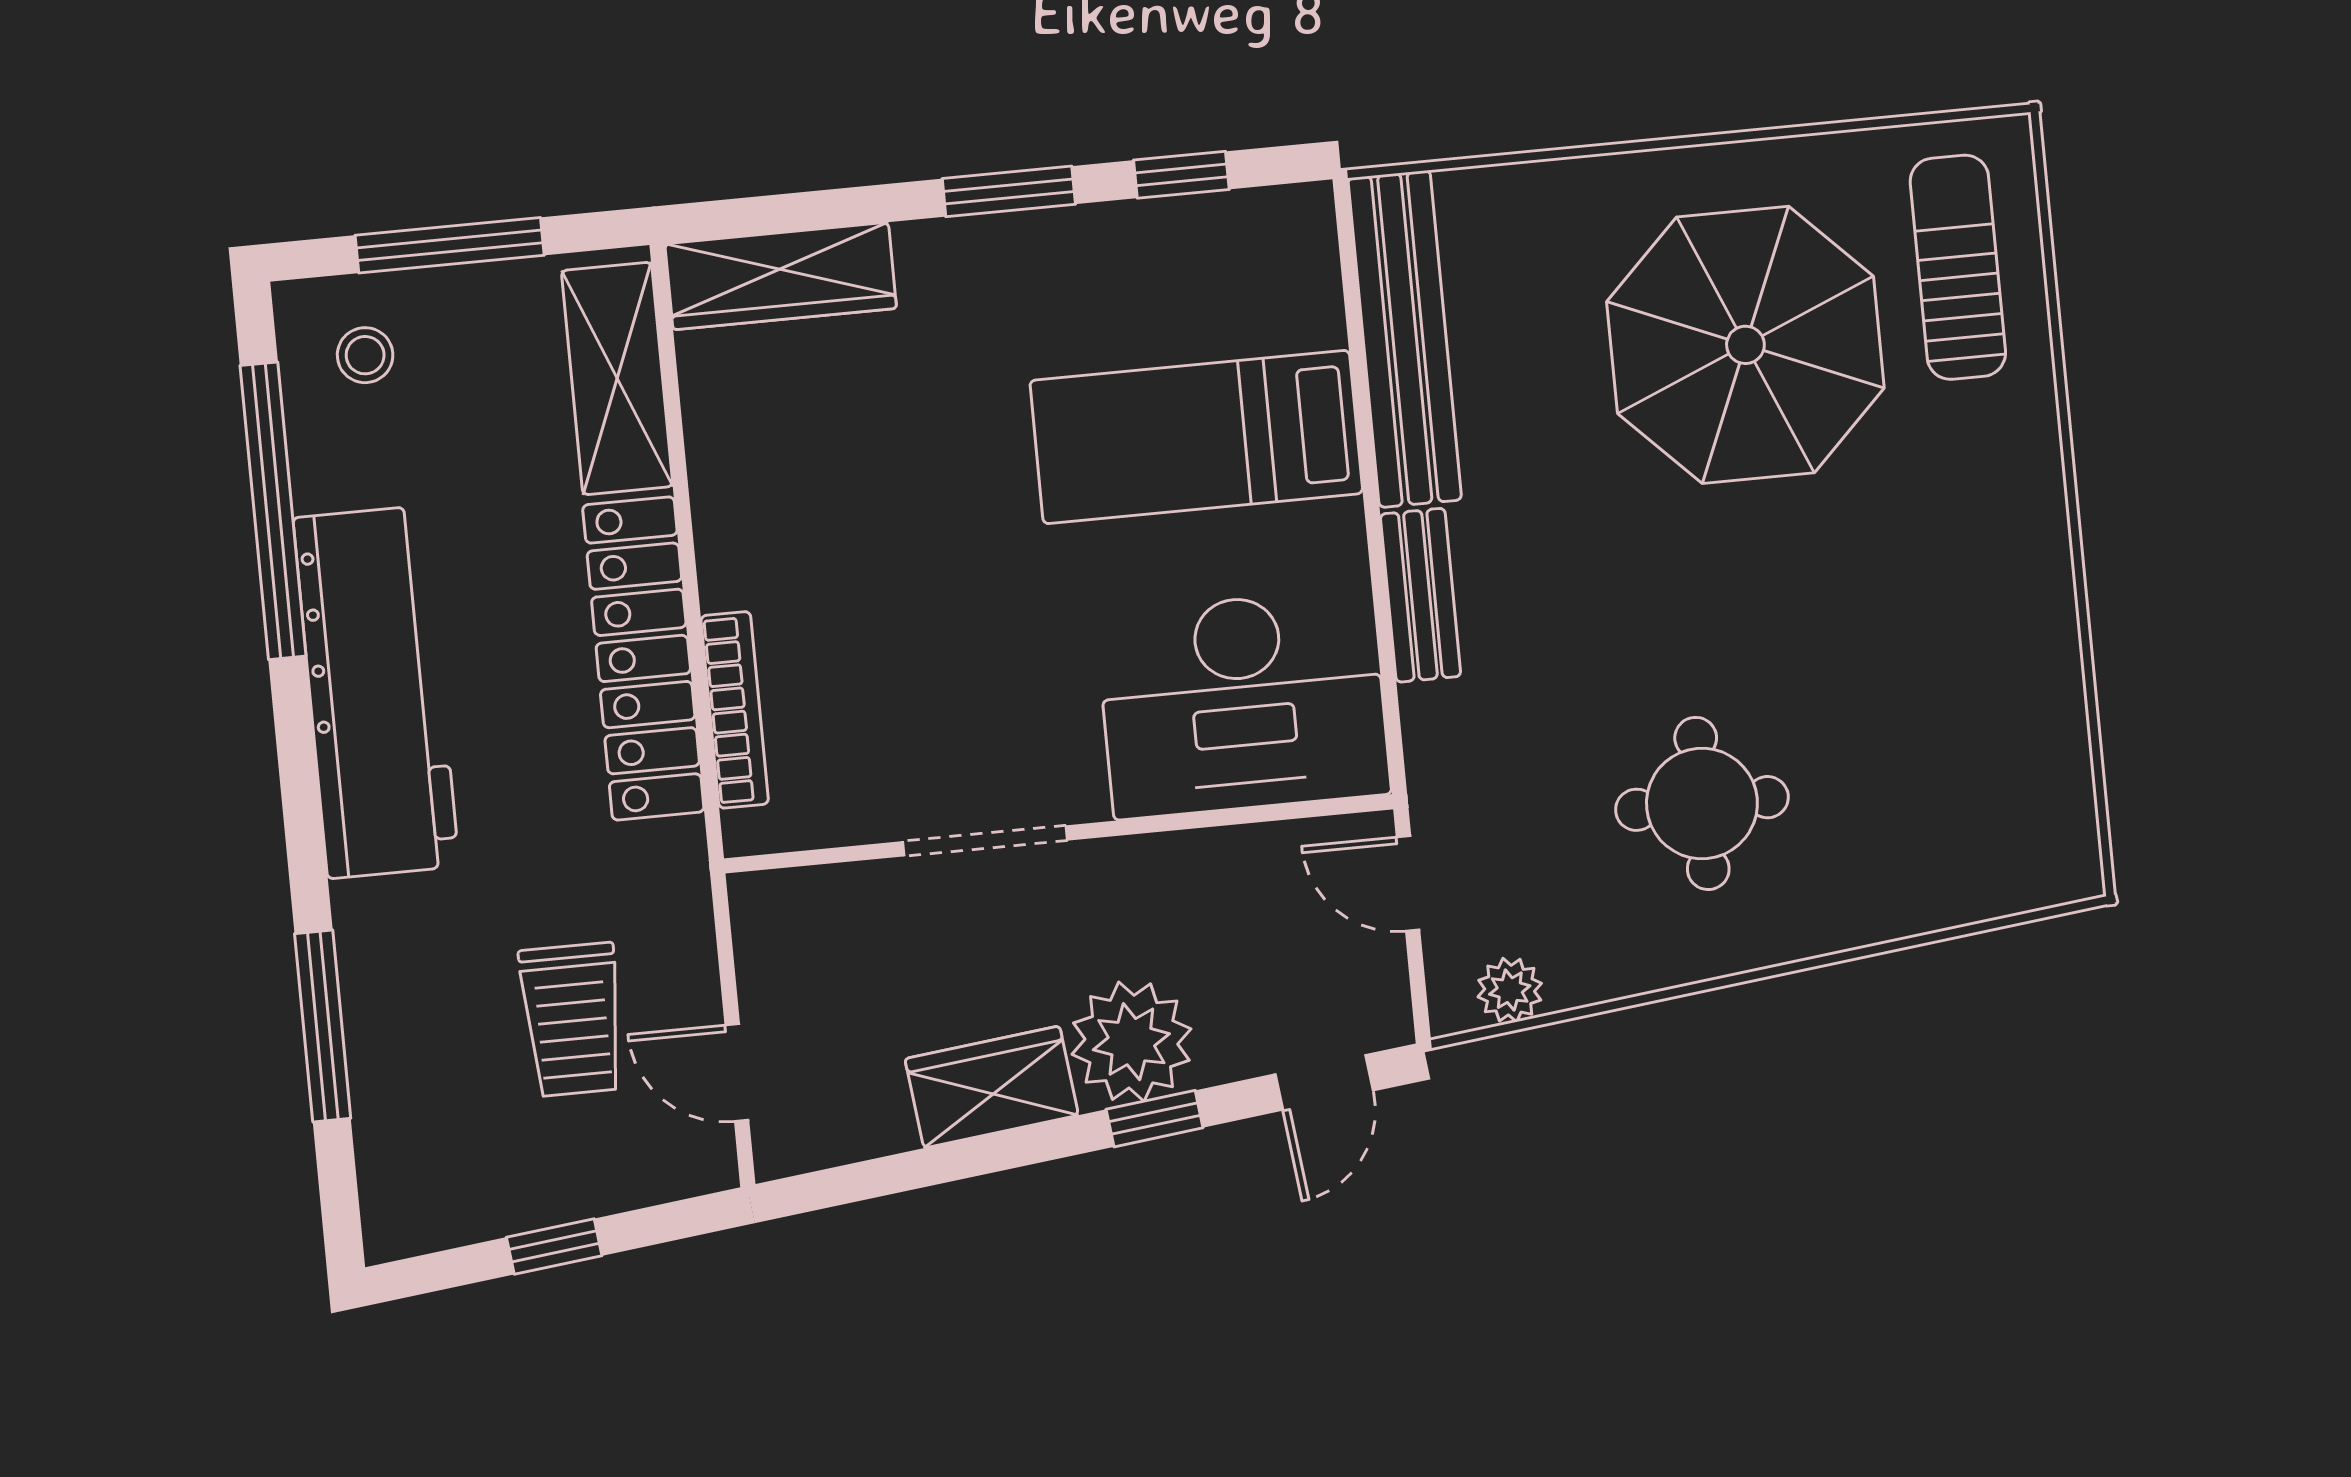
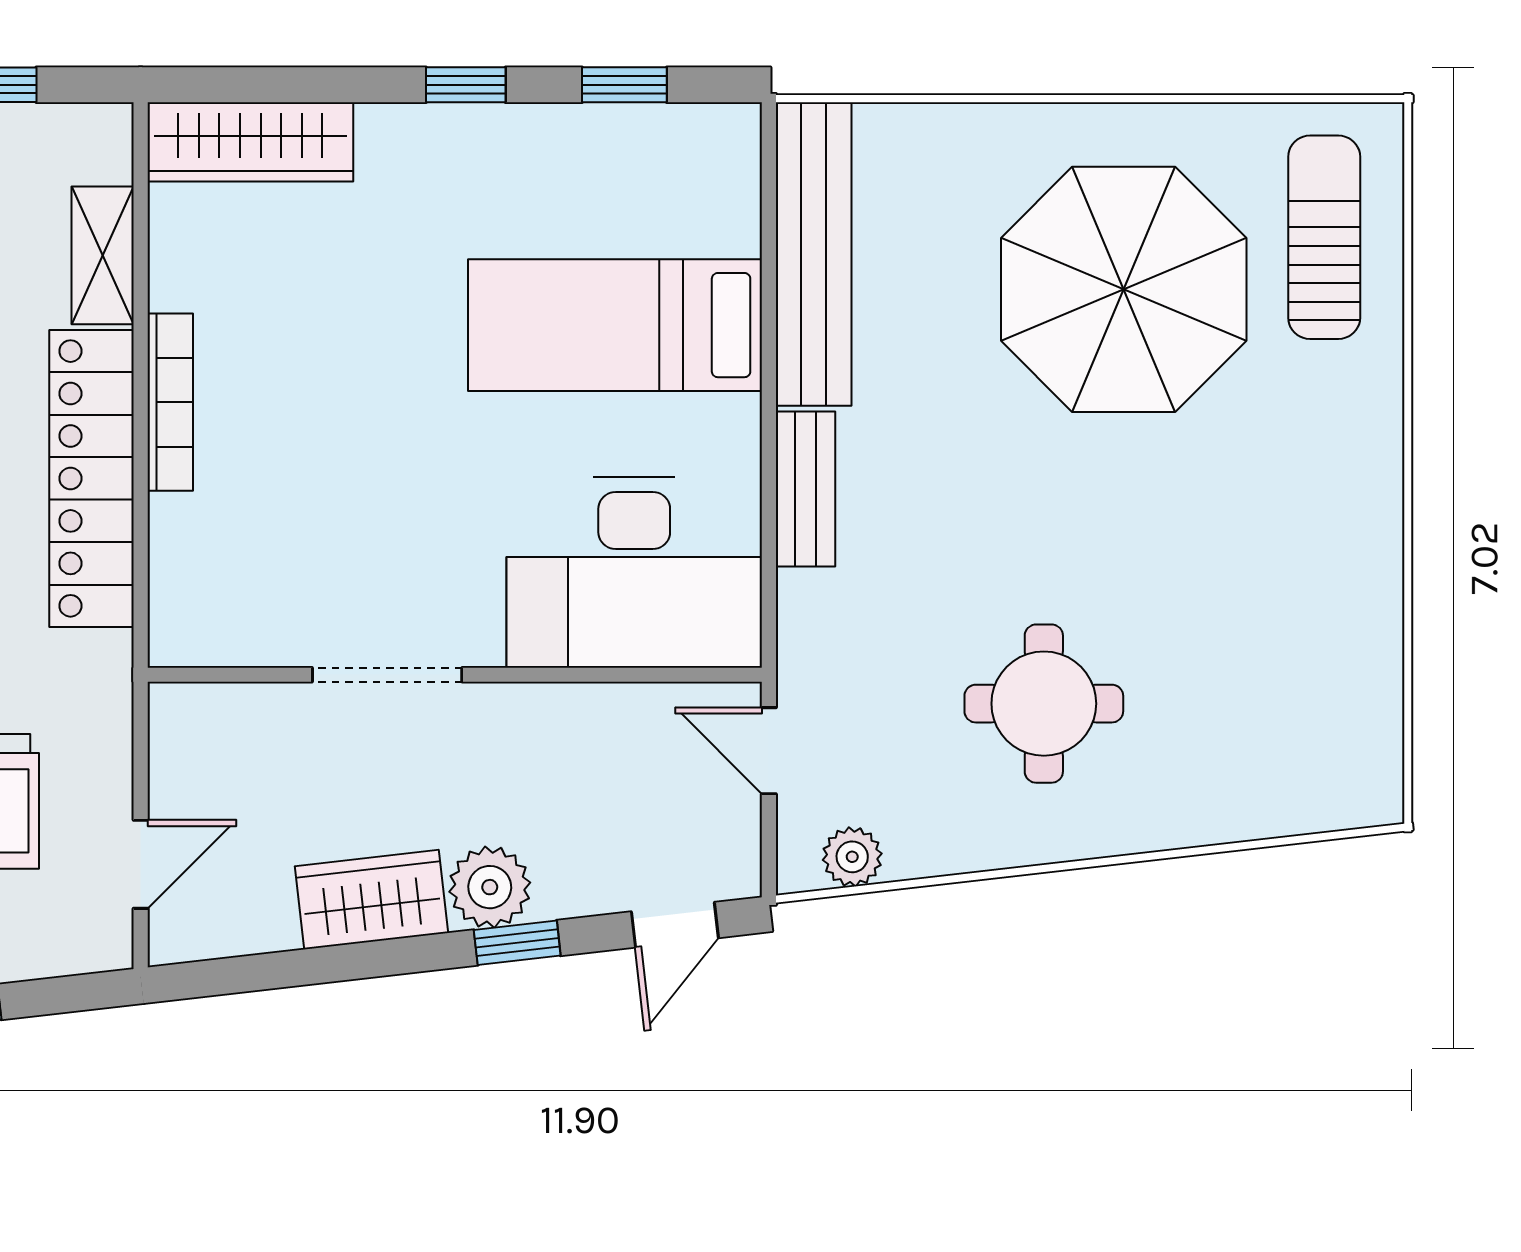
window: (1009, 191) -> (466, 85), width x0.67
shelving: (617, 378) -> (103, 255), width x0.67, depth x0.75
bookcase: (735, 710) -> (170, 402), moved
plant: (1131, 1042) -> (490, 887), width x0.73, depth x0.73
door: (737, 1073) -> (141, 864), swing flipped

